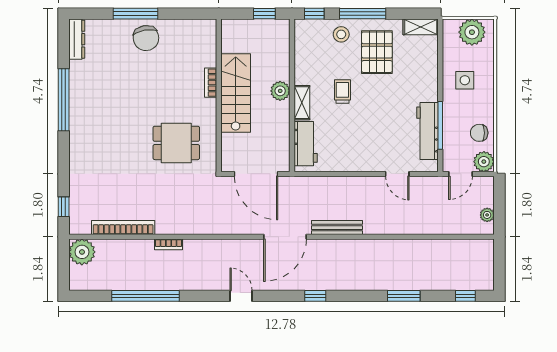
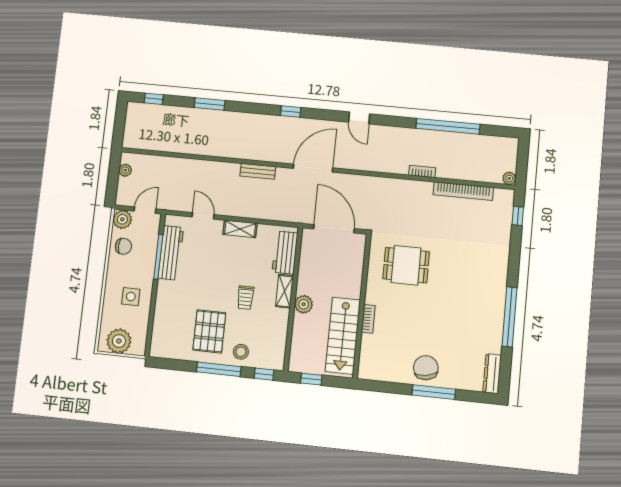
shelving: (421, 27) -> (240, 229), moved
stairs: (236, 93) -> (343, 336), moved
bench: (337, 228) -> (258, 171), width x0.73
plant: (82, 252) -> (509, 178), width x0.53, depth x0.53

